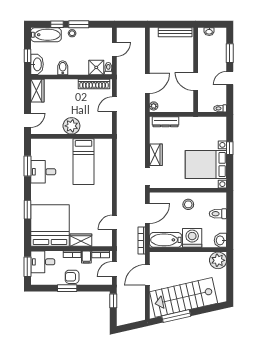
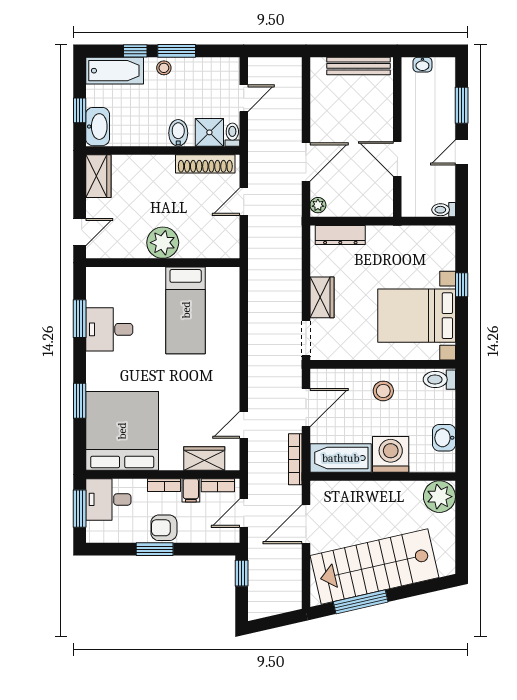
bidet: (63, 68) -> (178, 133), moved
toilet: (218, 214) -> (439, 380), moved
wardrobe: (81, 240) -> (204, 458), moved
washbasin: (220, 240) -> (444, 438), moved

